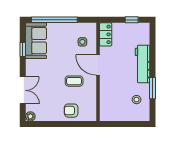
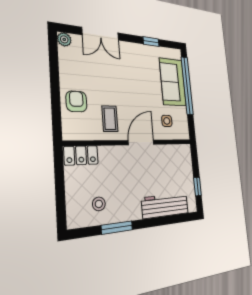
locker: (106, 34) -> (81, 155), moved
sofa: (36, 41) -> (173, 82), moved, turned 90
workbench: (142, 64) -> (165, 206), moved
coffee table: (74, 81) -> (110, 119), moved

